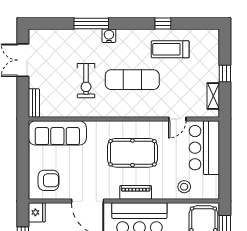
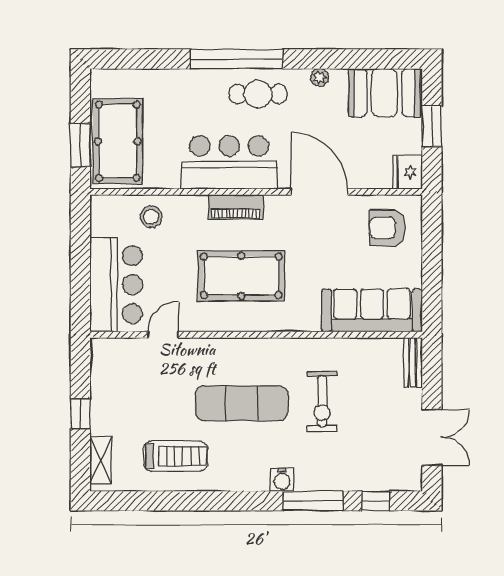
window: (163, 24) -> (376, 501), moved
exercise bike: (86, 81) -> (322, 401), turned 180
shelving: (213, 96) -> (101, 460), moved

